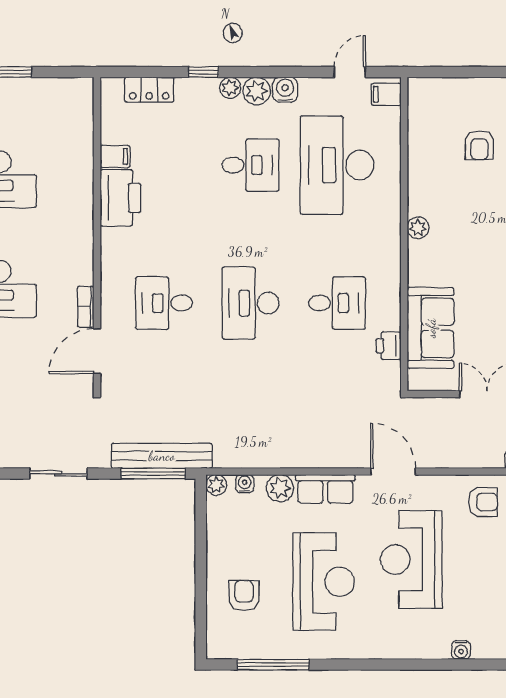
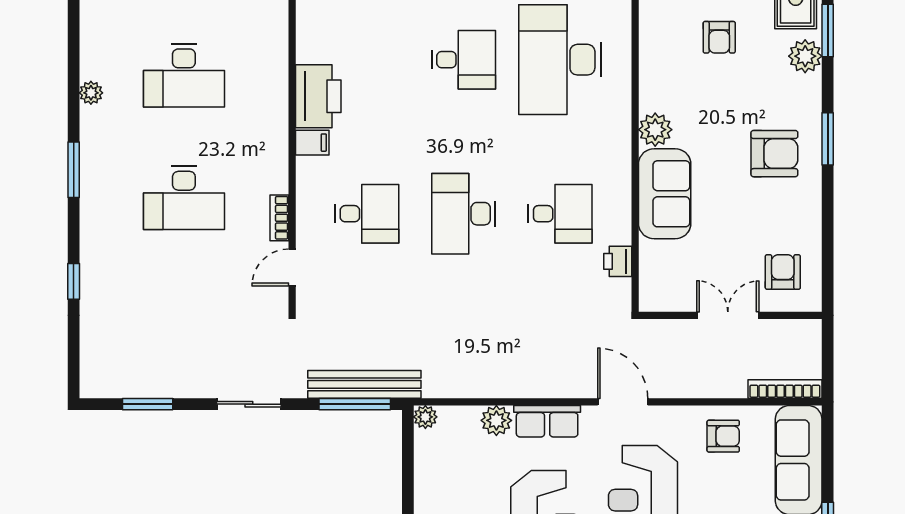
filing cabinet: (115, 156) -> (312, 143), moved
plant: (418, 228) -> (655, 130), width x1.38, depth x1.38
desk: (164, 303) -> (367, 214), turned 180
sofa: (431, 328) -> (665, 194), moved
door: (97, 351) -> (292, 267), width x0.73
water cooler: (245, 484) -> (457, 416), removed

